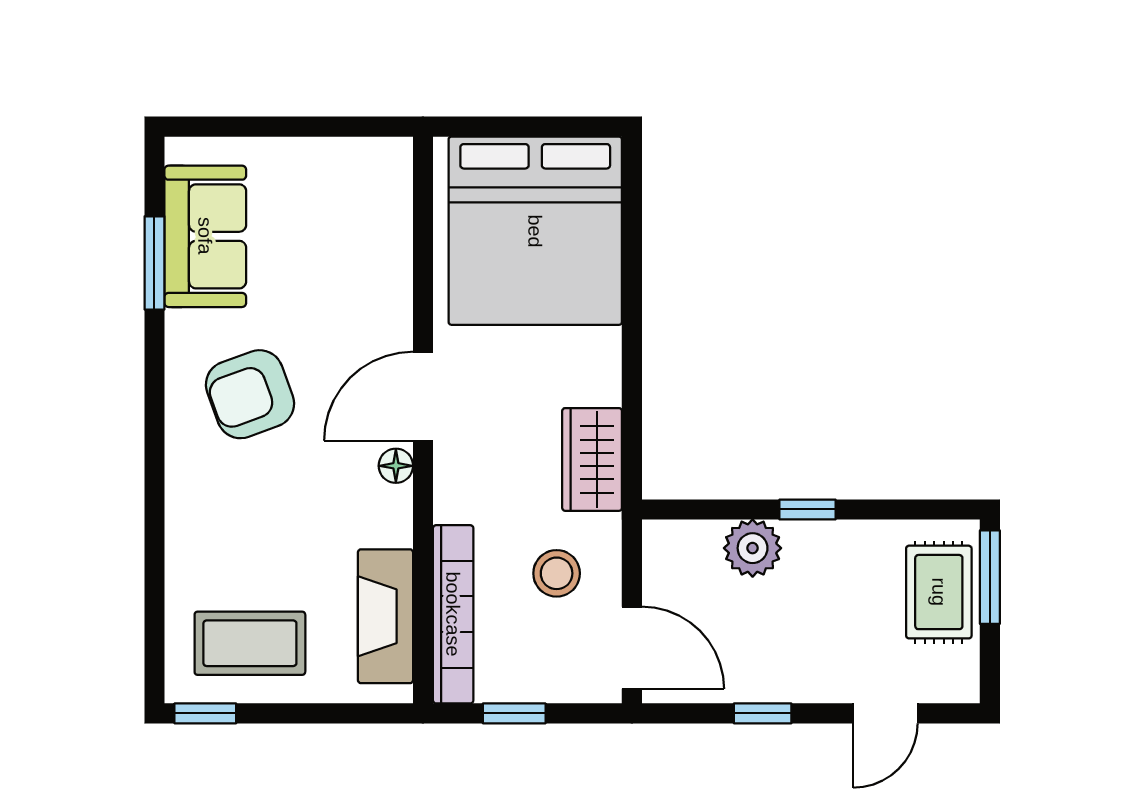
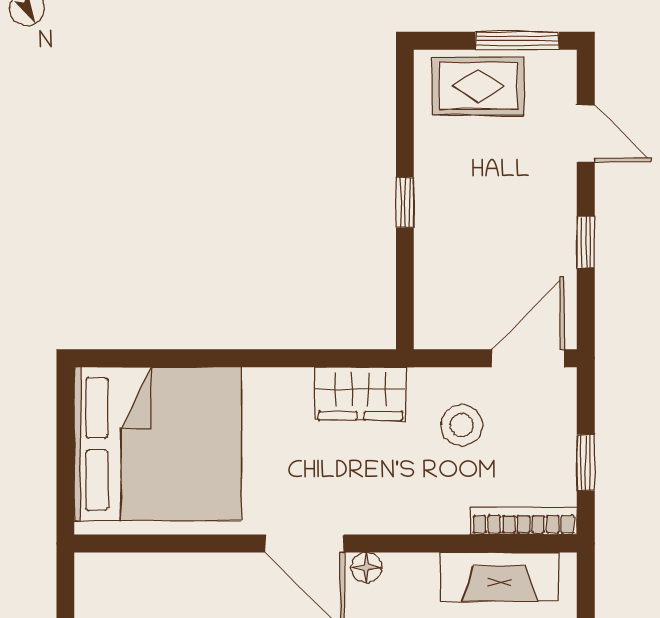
plant: (753, 548) -> (439, 251), removed
window: (990, 577) -> (517, 41), moved
bookcase: (453, 614) -> (523, 521), width x0.68, depth x0.76

